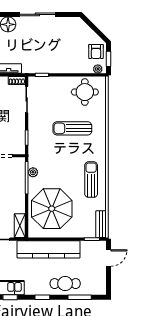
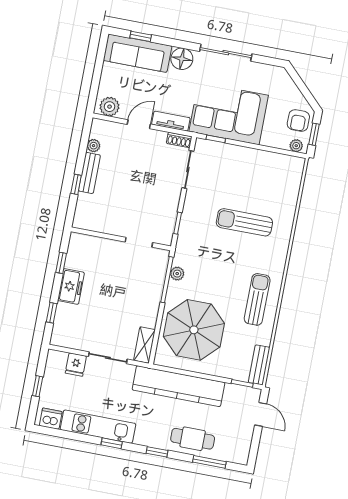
corner sofa: (47, 56) -> (229, 113), added
round table: (85, 92) -> (272, 175), removed
door: (109, 258) -> (261, 414), hinge flipped

